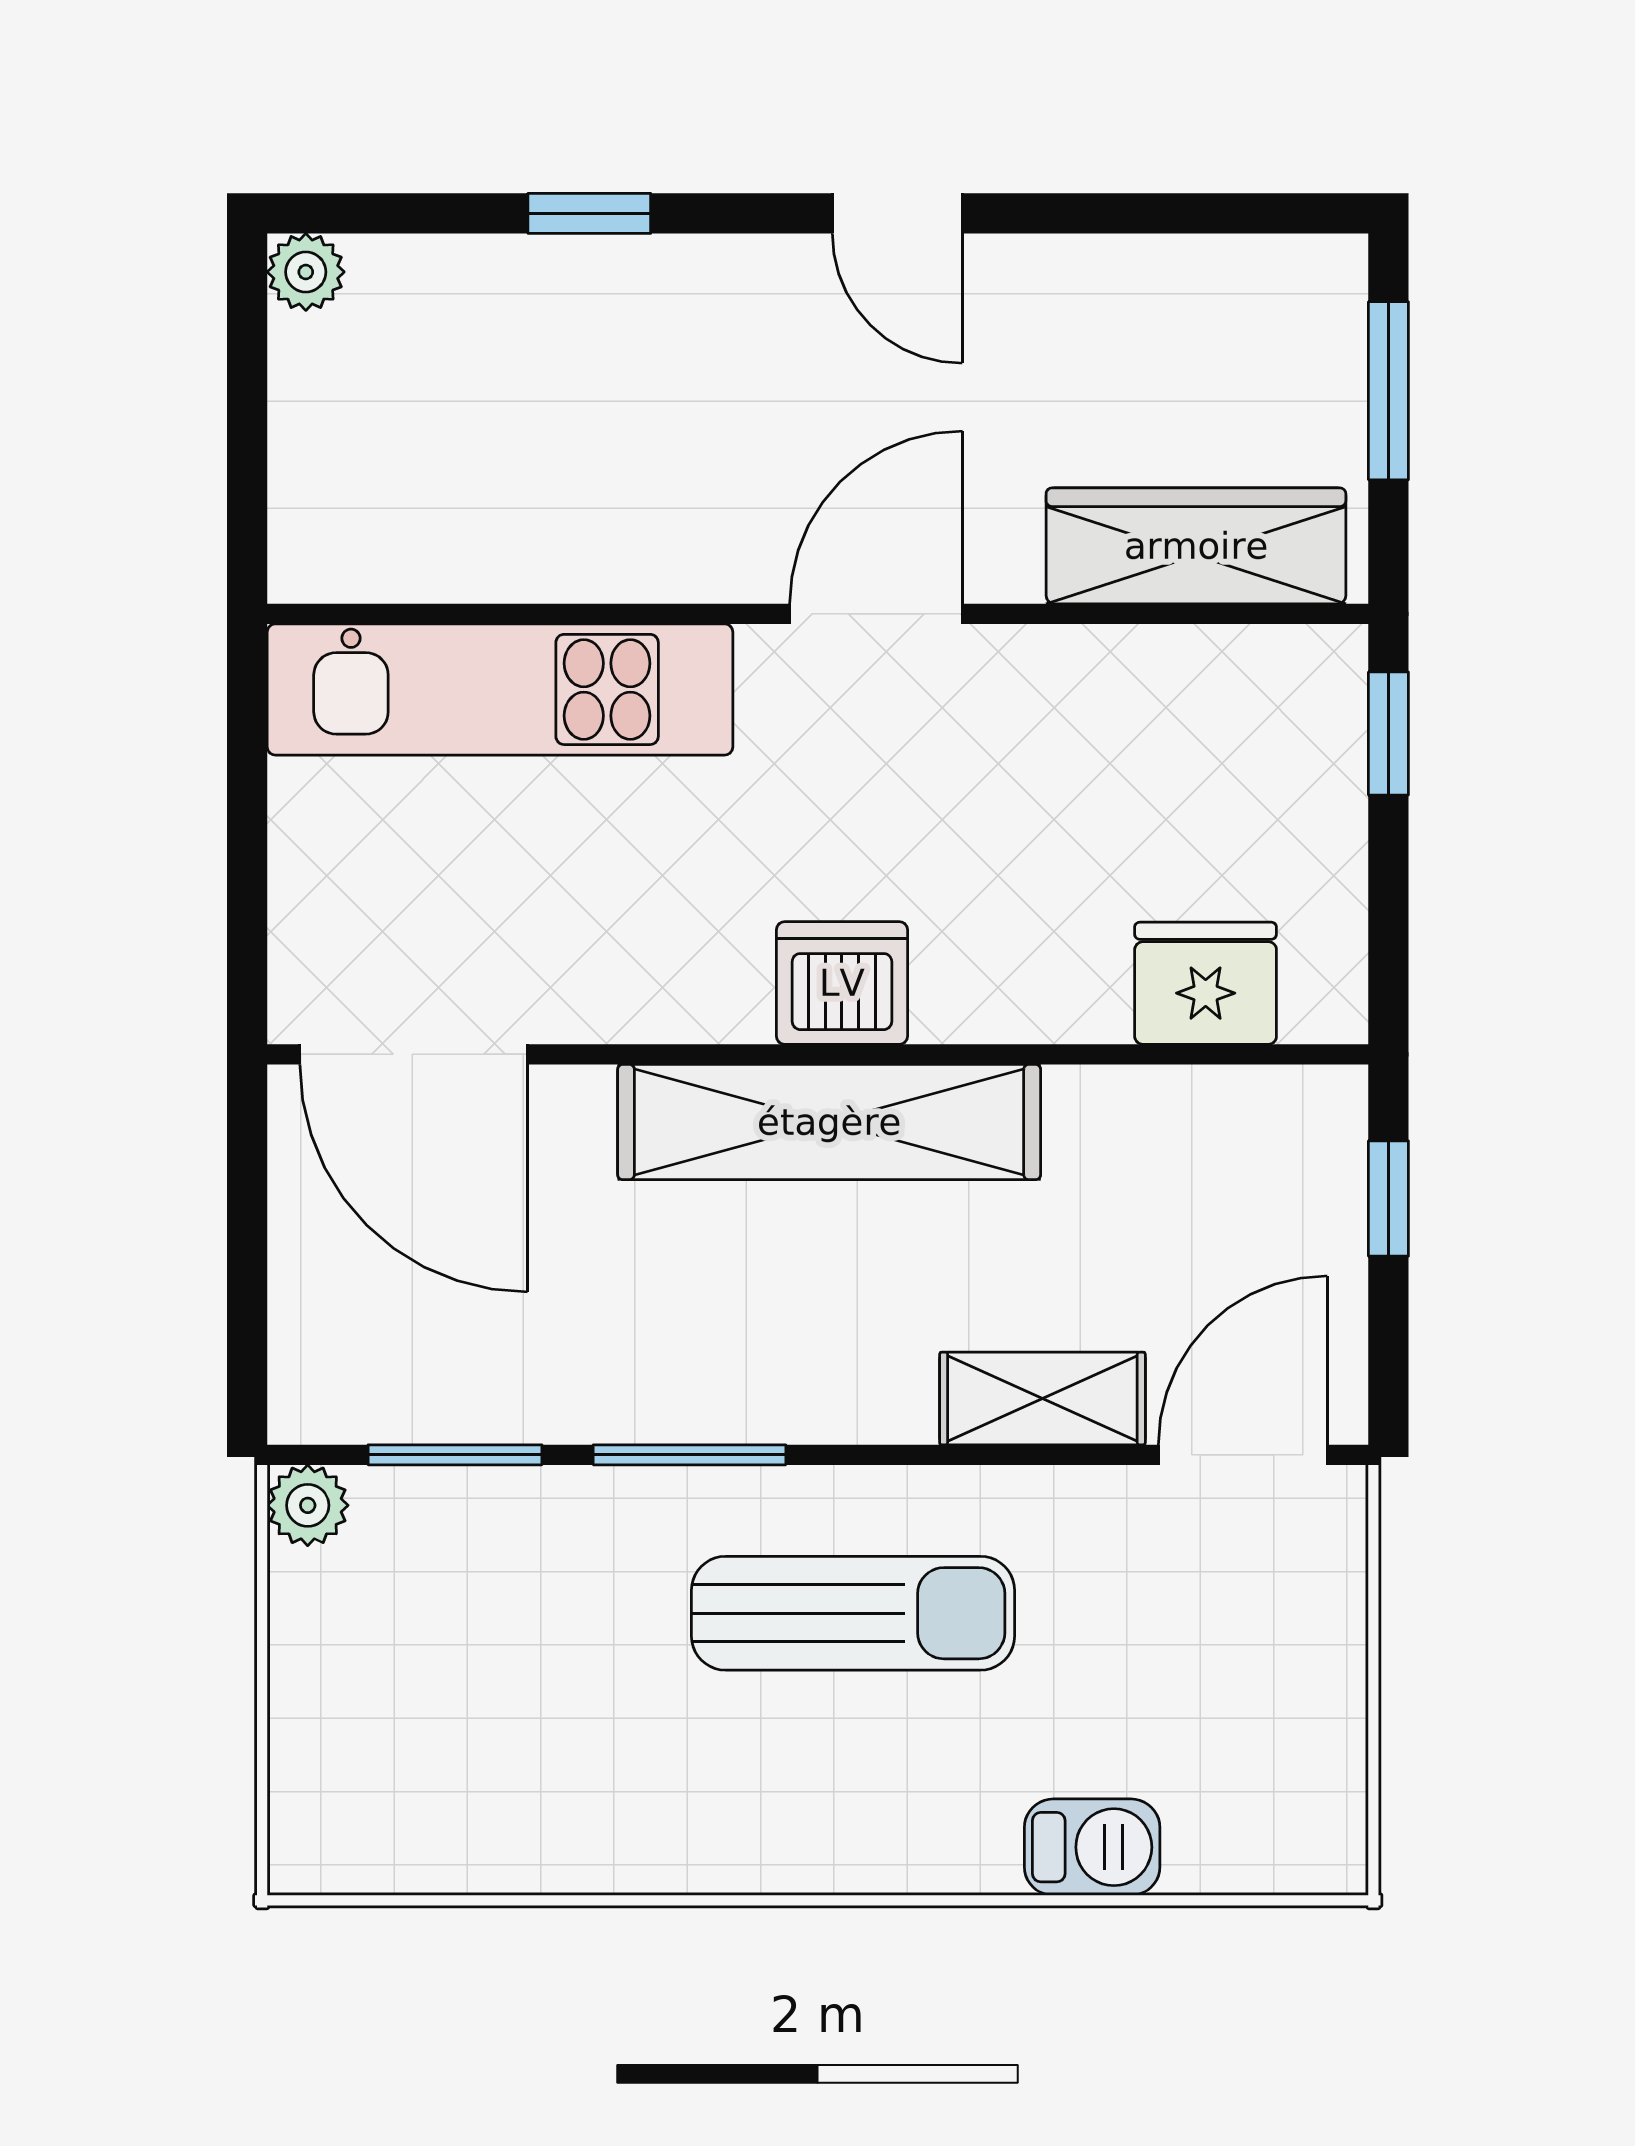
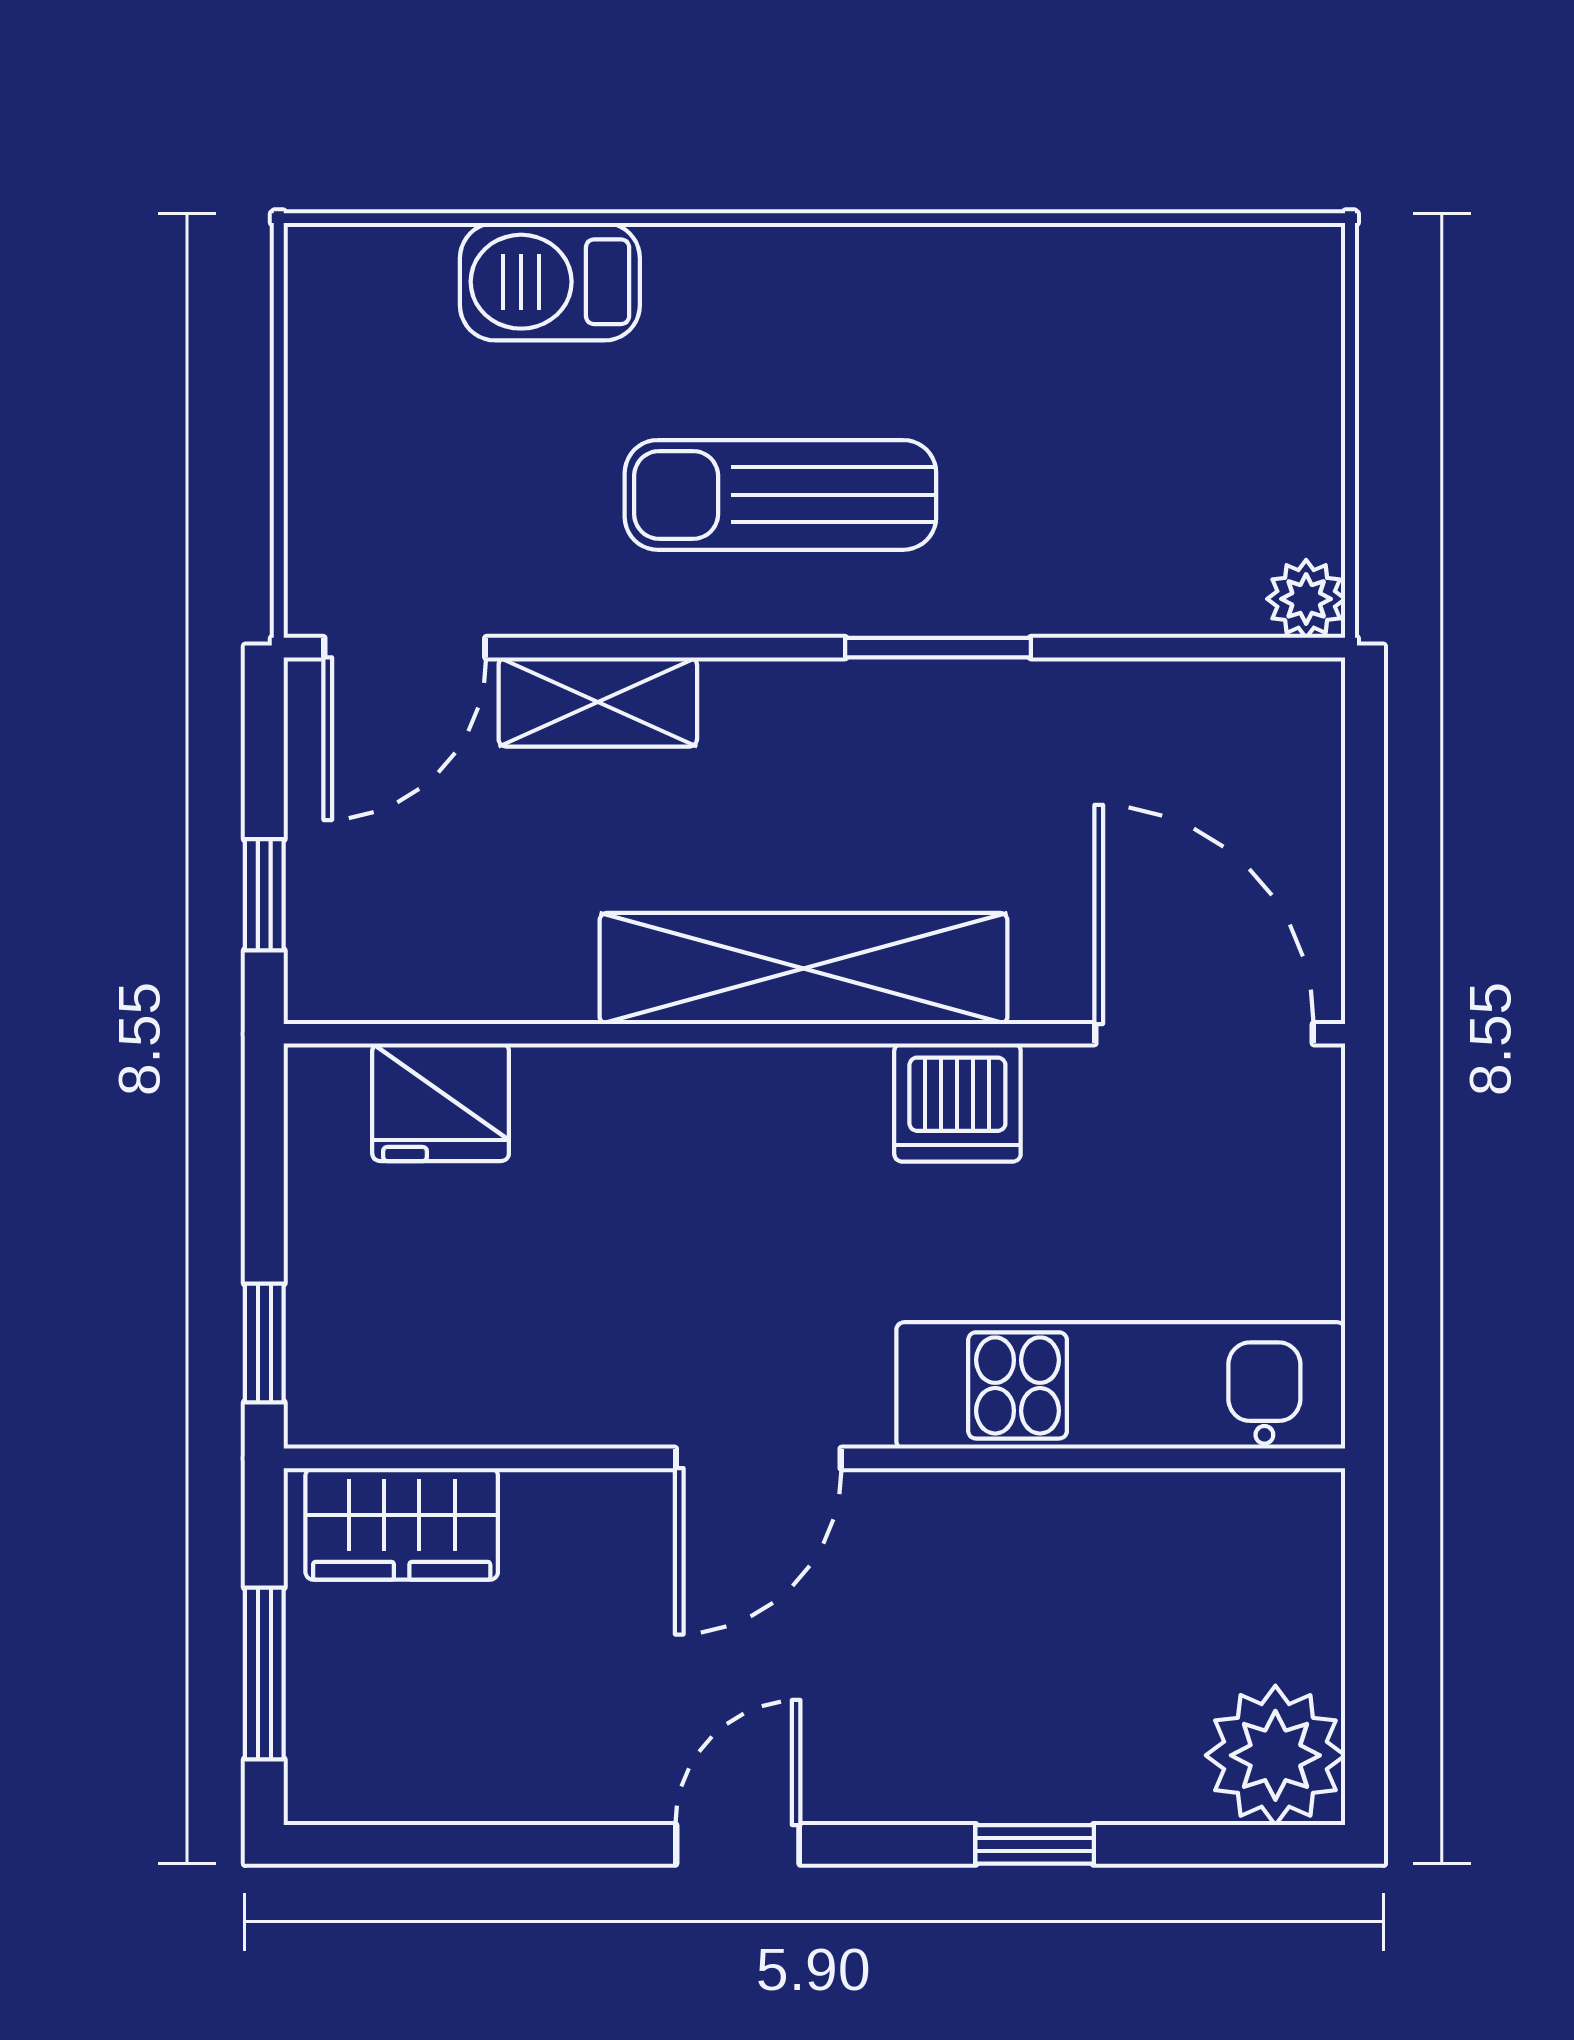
door: (897, 213) -> (738, 1844), hinge flipped
plant: (306, 272) -> (1275, 1755), width x1.88, depth x1.88
wardrobe: (1196, 546) -> (402, 1524), width x0.67
dishwasher: (842, 983) -> (957, 1102), moved
window: (455, 1455) -> (1164, 648), removed
barbecue: (1092, 1847) -> (550, 282), width x1.38, depth x1.27

